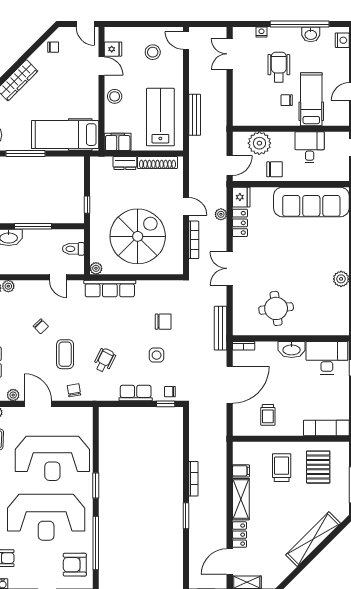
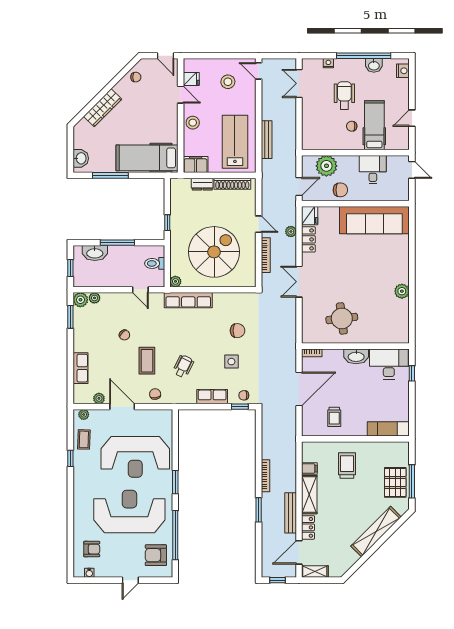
bench: (221, 328) -> (291, 513), moved
pallet: (318, 467) -> (395, 482), moved
reception desk: (46, 517) -> (129, 511), turned 180

